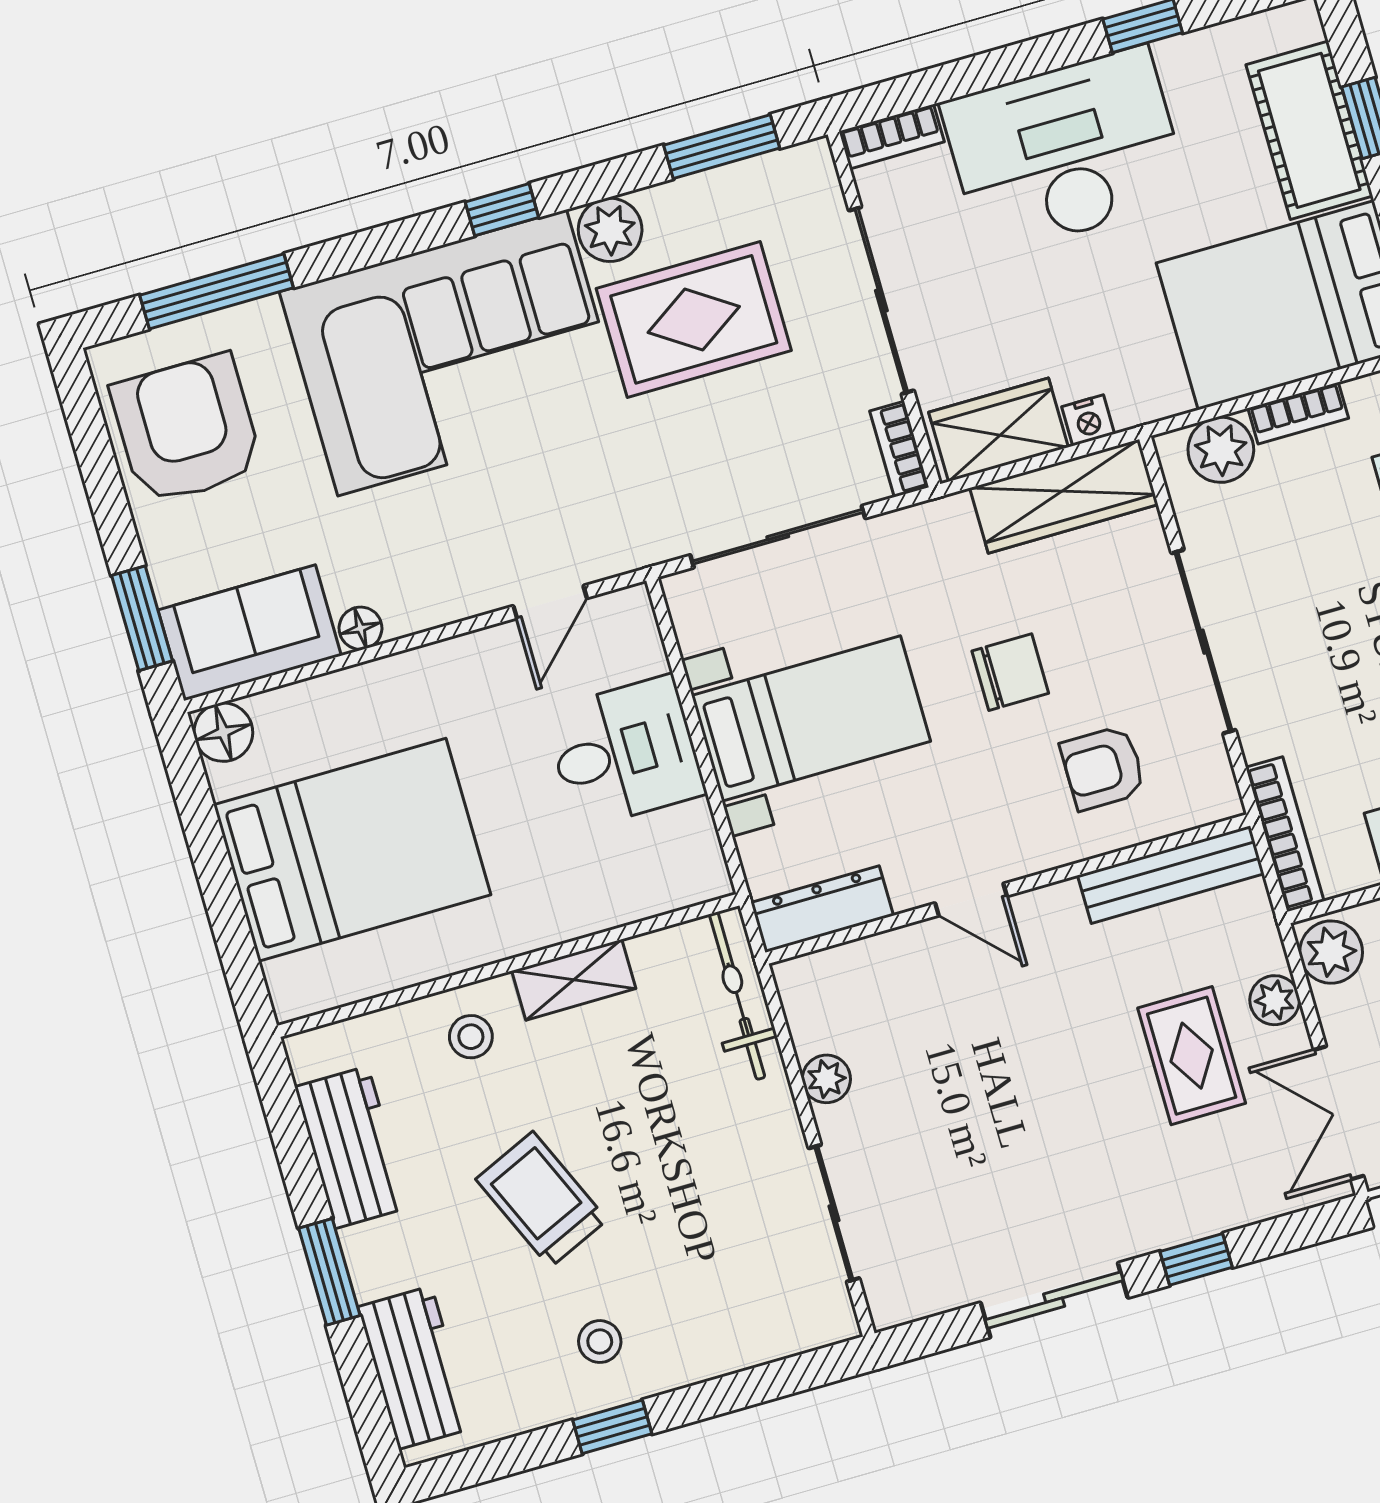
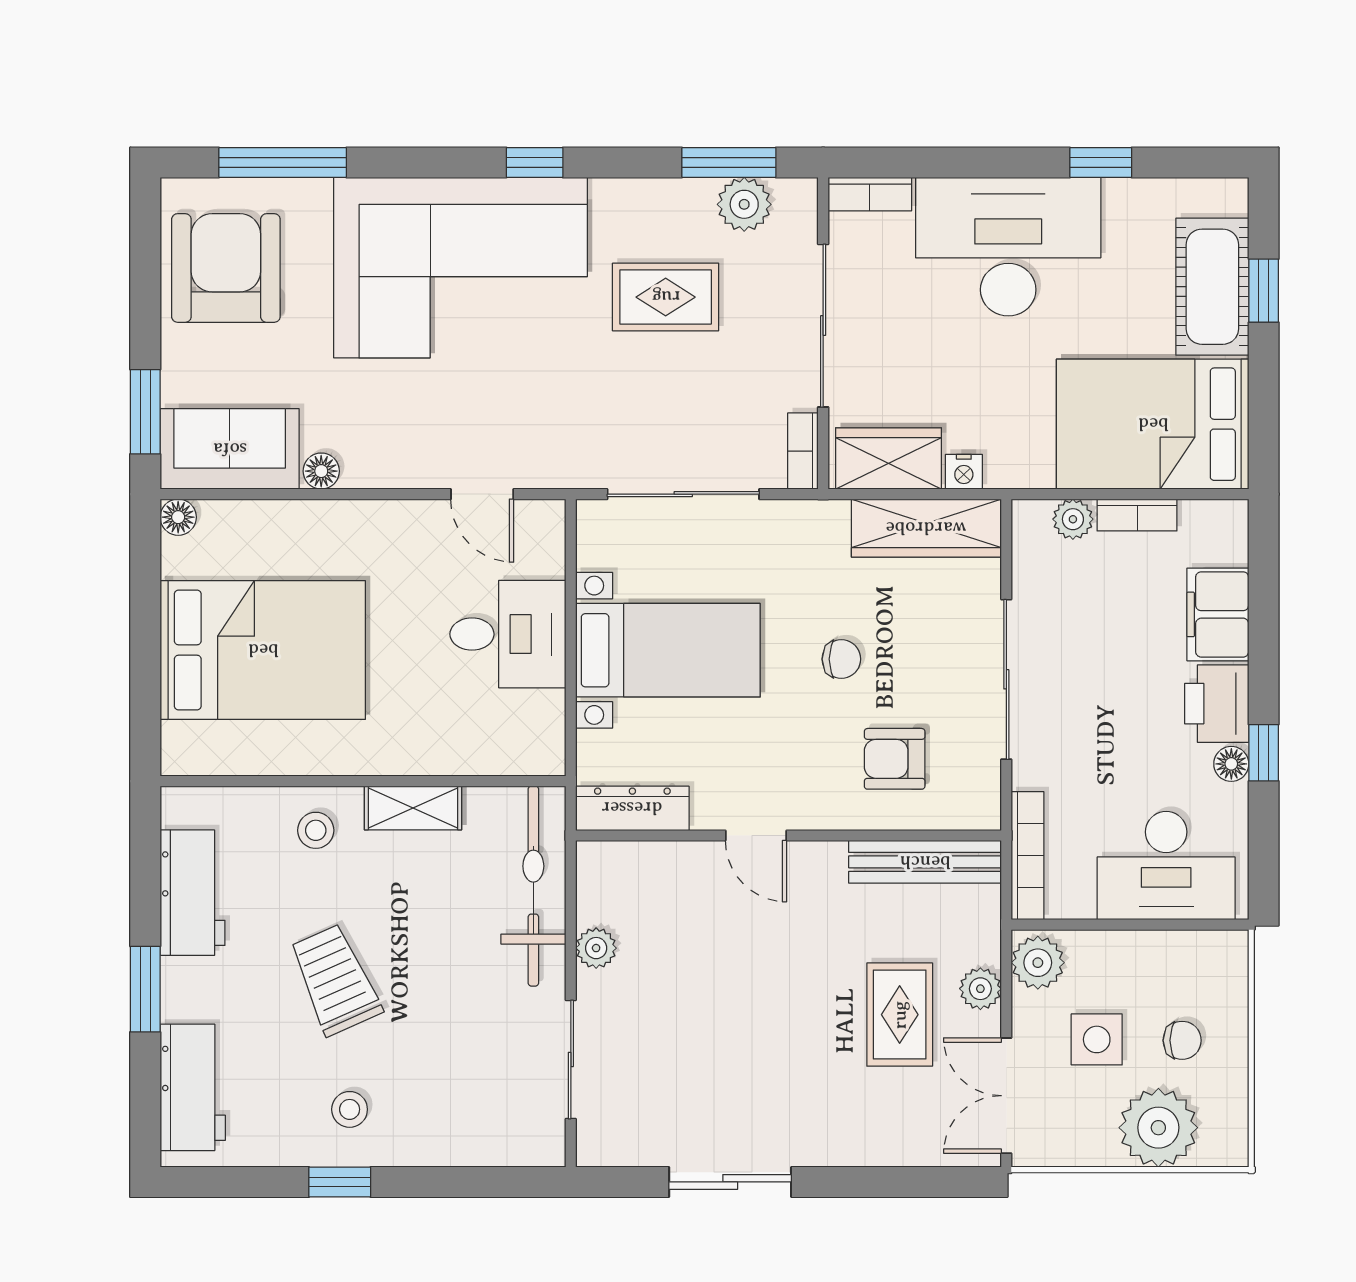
plant: (610, 230) -> (744, 204), moved
rug: (694, 319) -> (666, 297), width x0.73, depth x0.70
plant: (1221, 450) -> (1073, 519), width x0.73, depth x0.73
door: (550, 602) -> (482, 494), hinge flipped
chair: (1010, 672) -> (841, 659), width x0.73, depth x0.73
floor lamp: (223, 732) -> (178, 517), width x0.73, depth x0.73
bicycle: (737, 996) -> (533, 886), width x1.37, depth x1.40
window: (1196, 1259) -> (856, 1182), removed

